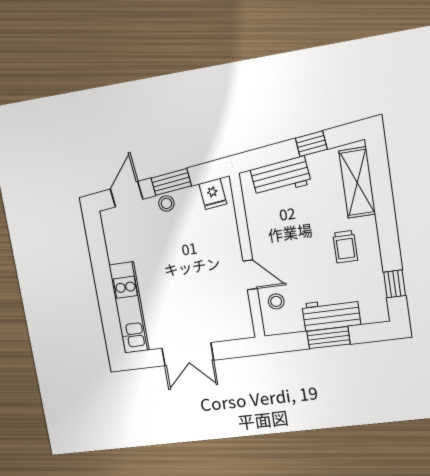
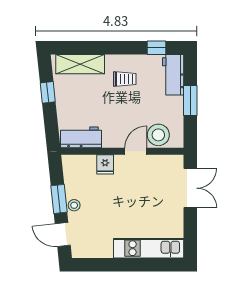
workbench: (281, 177) -> (81, 137), moved, turned -84
fridge: (213, 194) -> (105, 164), moved, turned 96
stool: (276, 301) -> (158, 135), width x1.89, depth x1.89
workbench: (331, 314) -> (173, 75), moved
double door: (188, 354) -> (190, 188), moved

